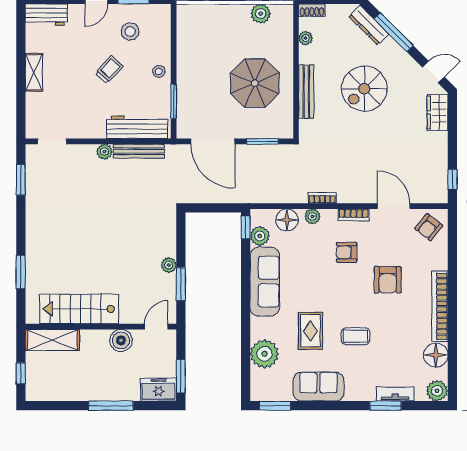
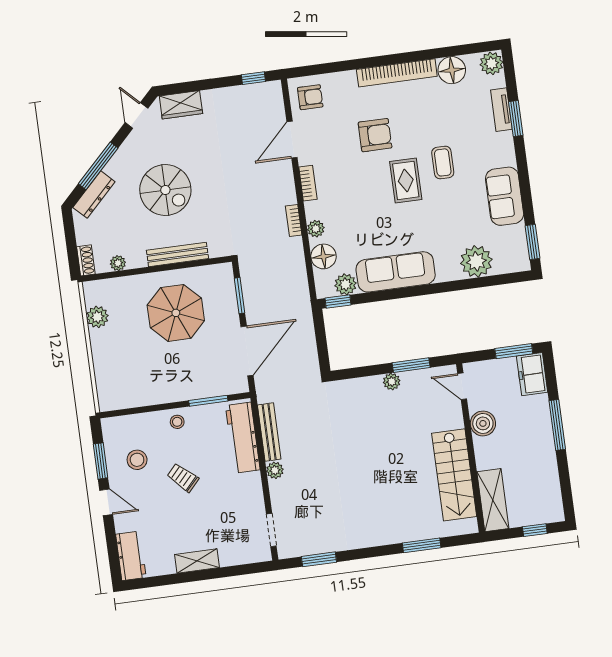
armchair: (429, 227) -> (310, 97), turned -38
armchair: (347, 252) -> (351, 185), removed
rug: (310, 331) -> (406, 180), moved, turned 90

